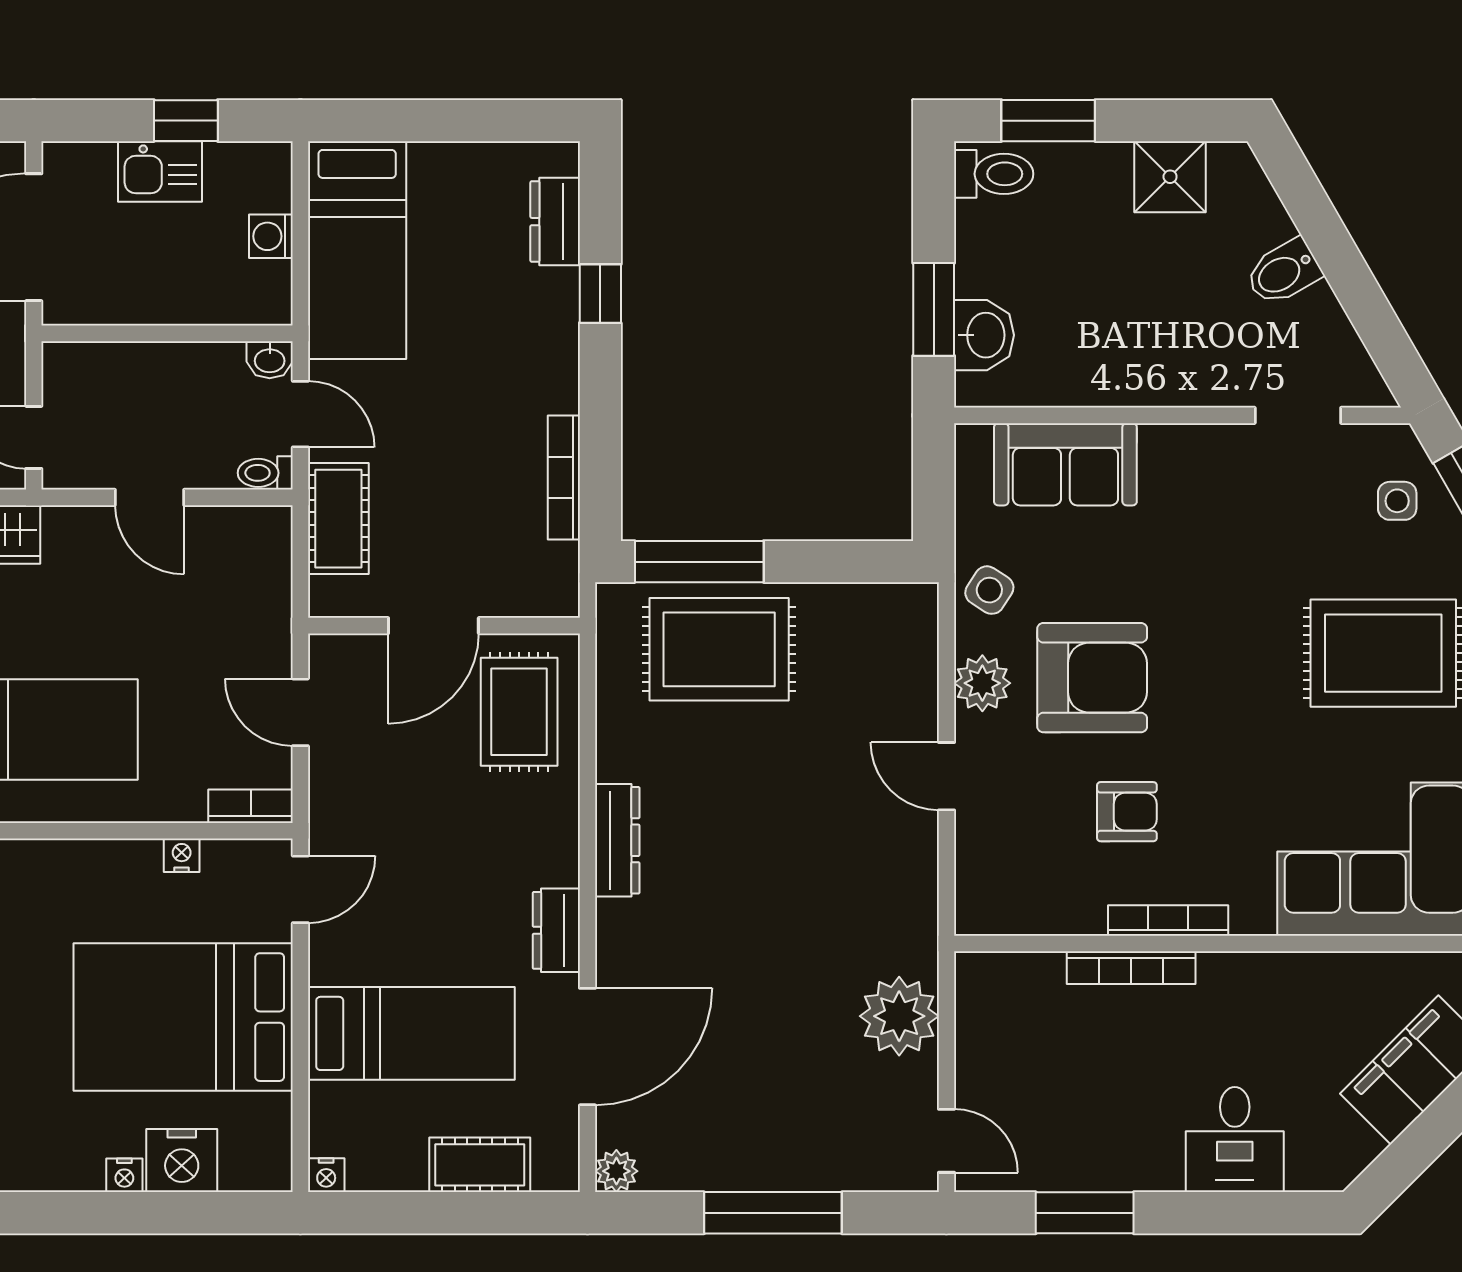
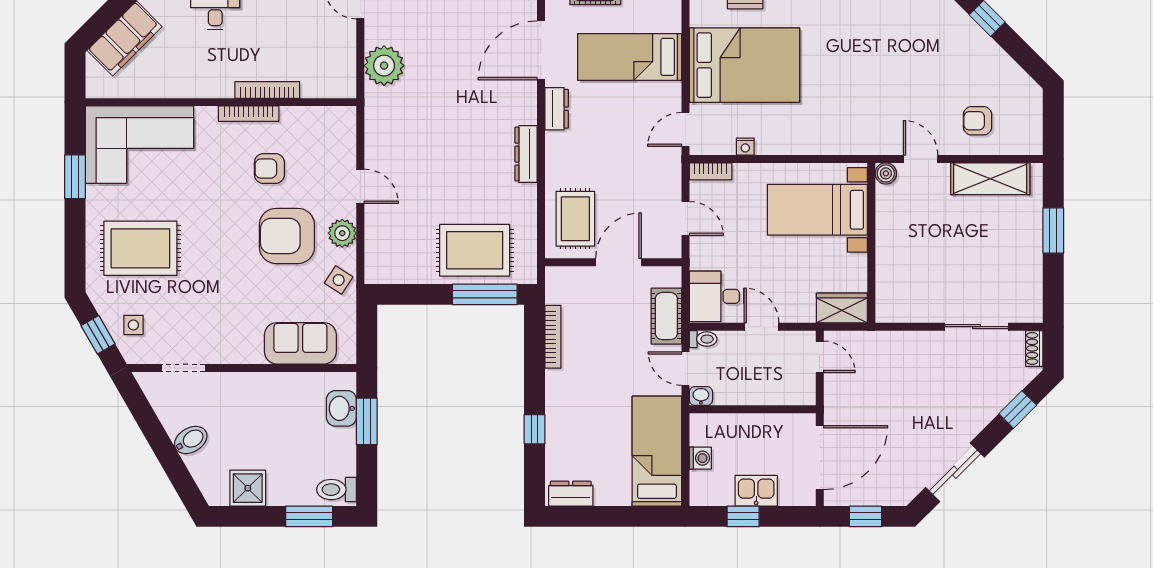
dresser: (555, 222) -> (571, 494), moved, turned -90
desk: (239, 558) -> (717, 296), added

